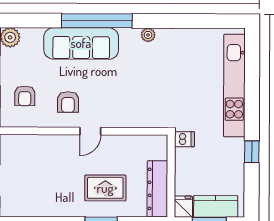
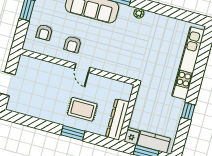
door: (90, 131) -> (82, 68), hinge flipped
dishwasher: (185, 139) -> (145, 91), removed

